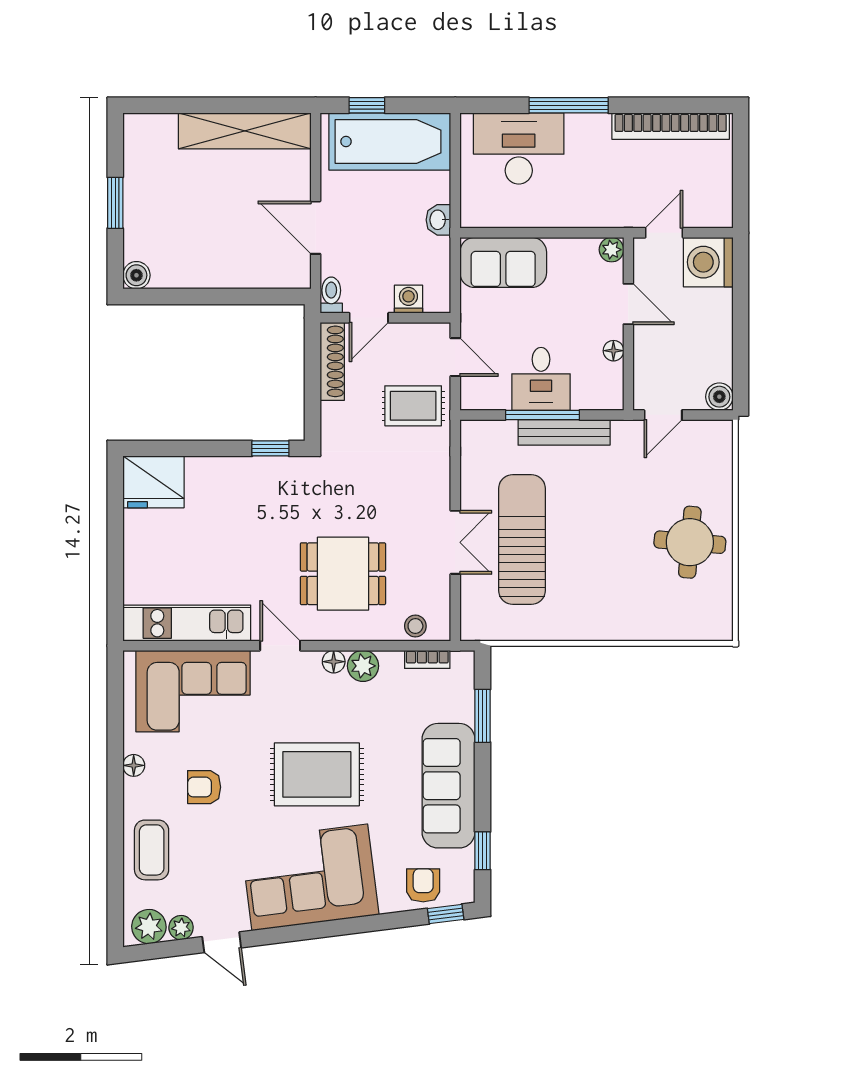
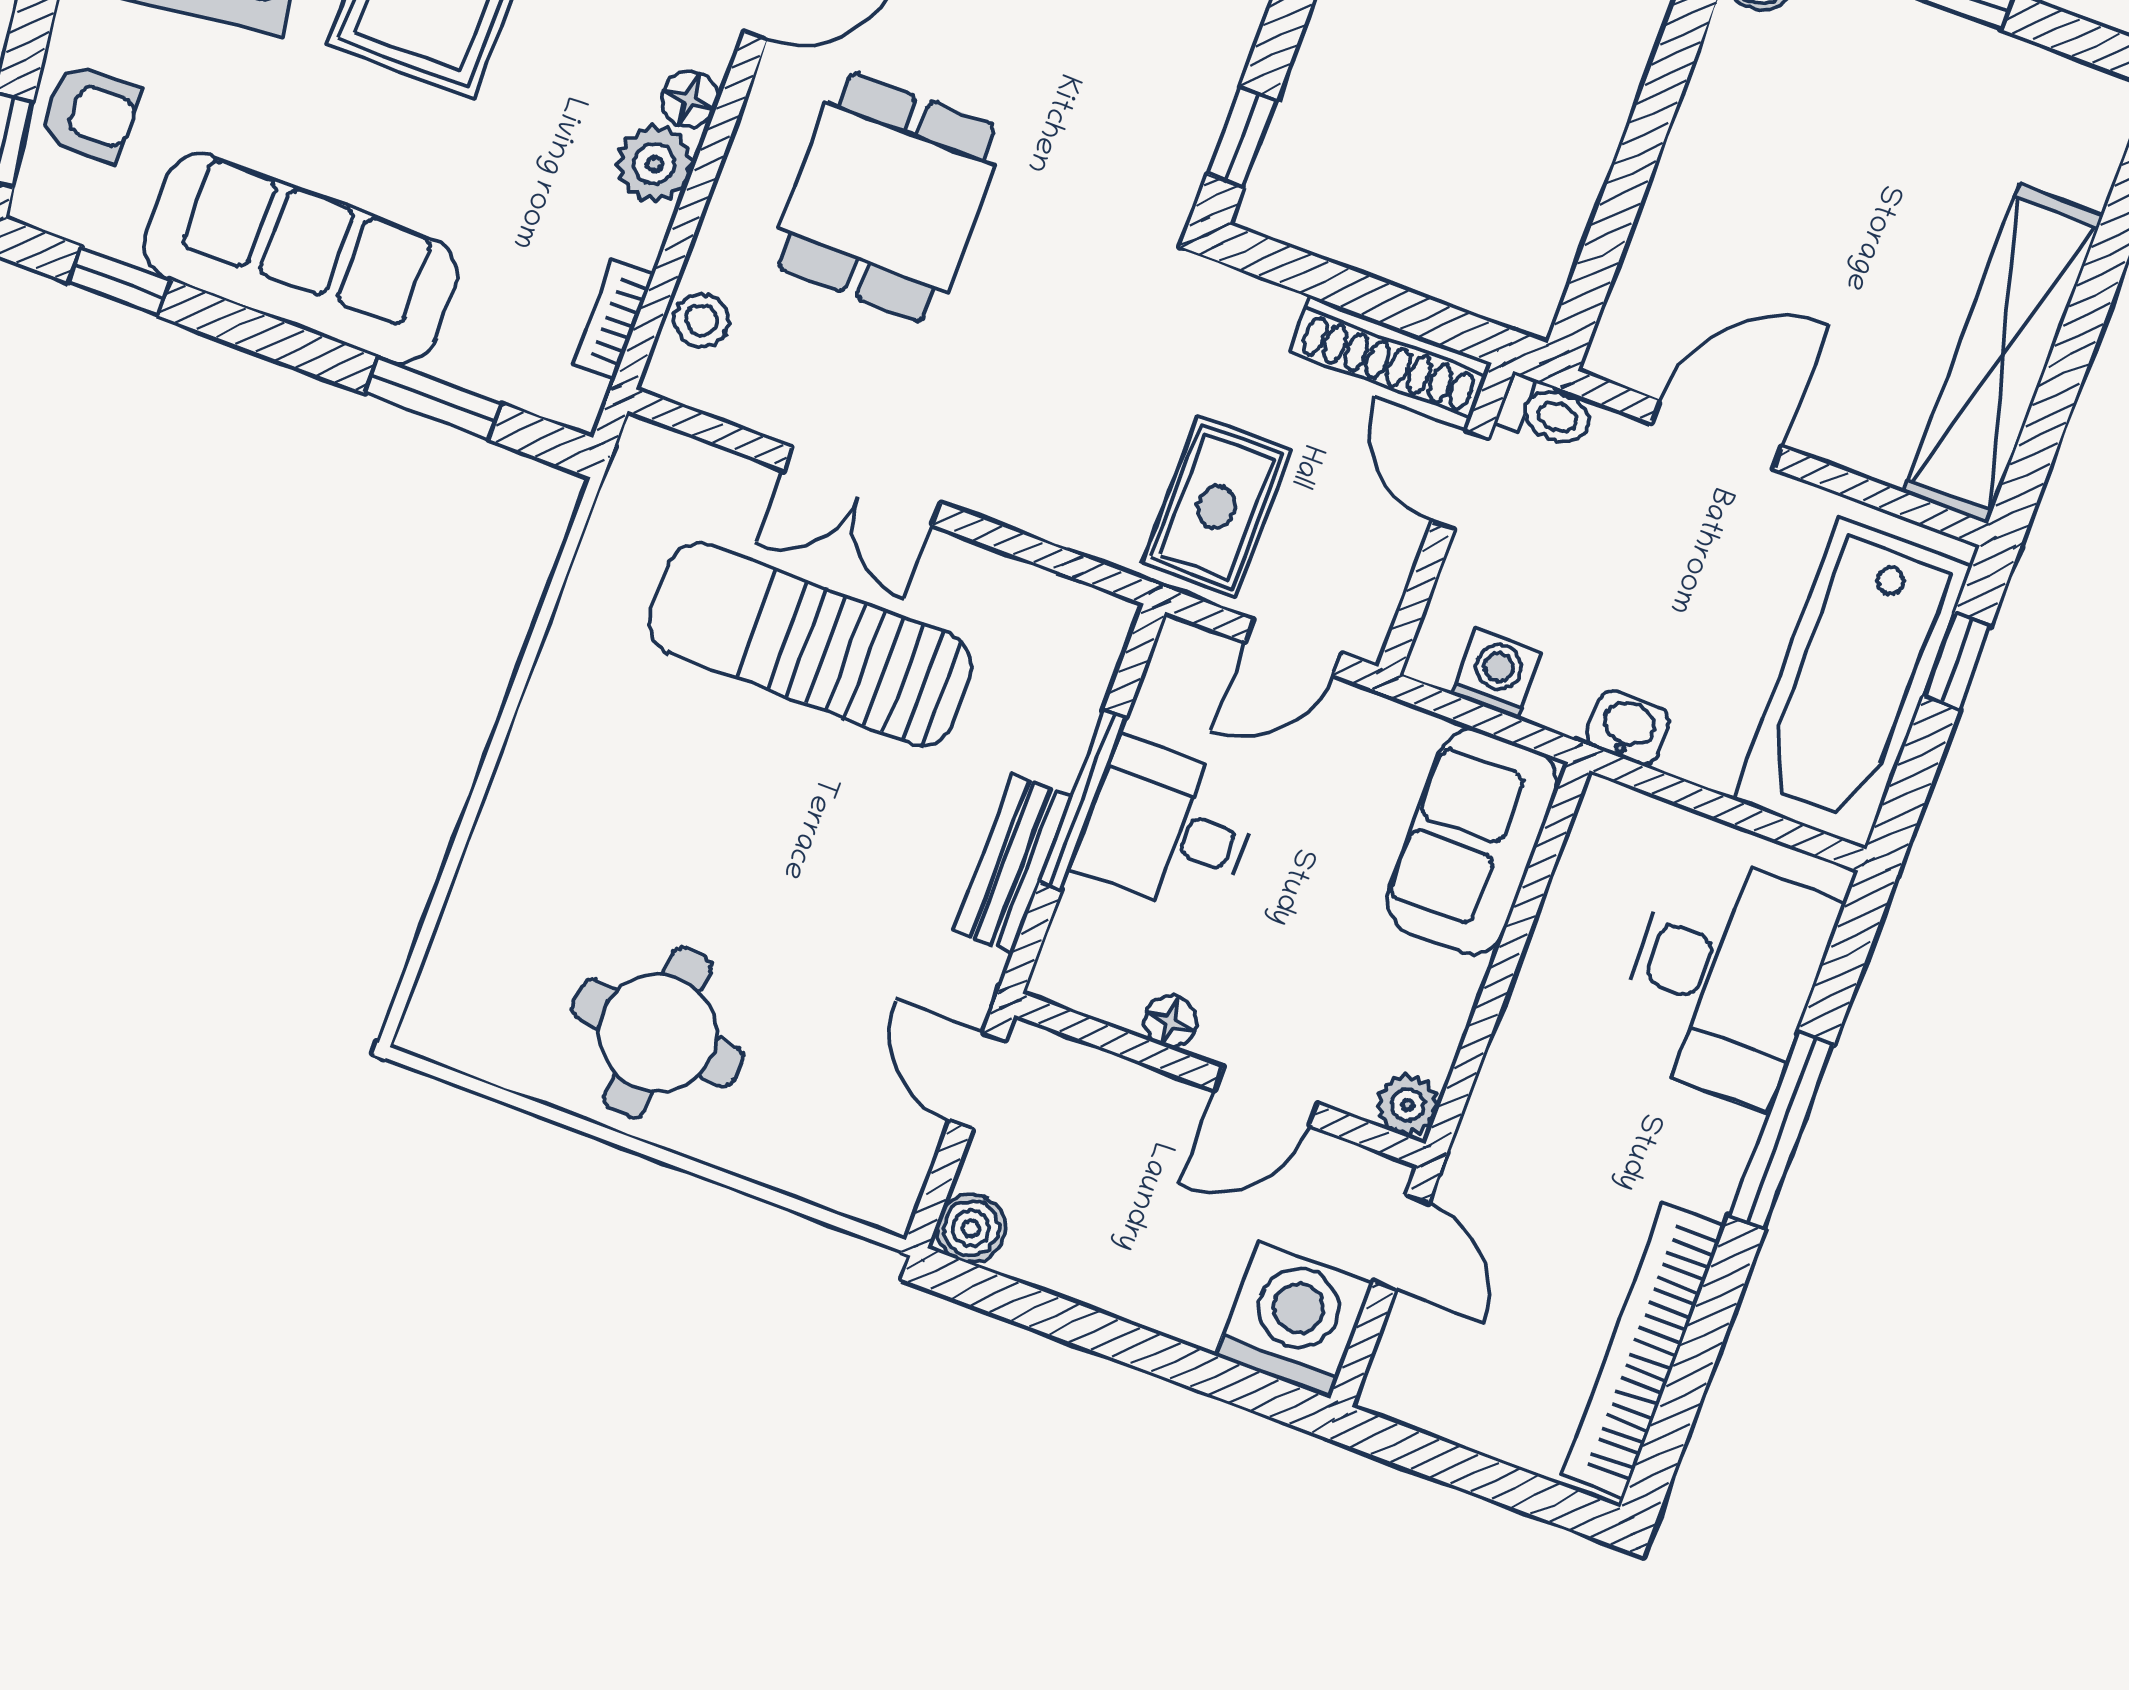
washing machine: (408, 299) -> (1496, 674), moved, turned -90
bench: (564, 432) -> (1012, 864), width x0.73
sun lounger: (522, 539) -> (810, 644), turned 180

